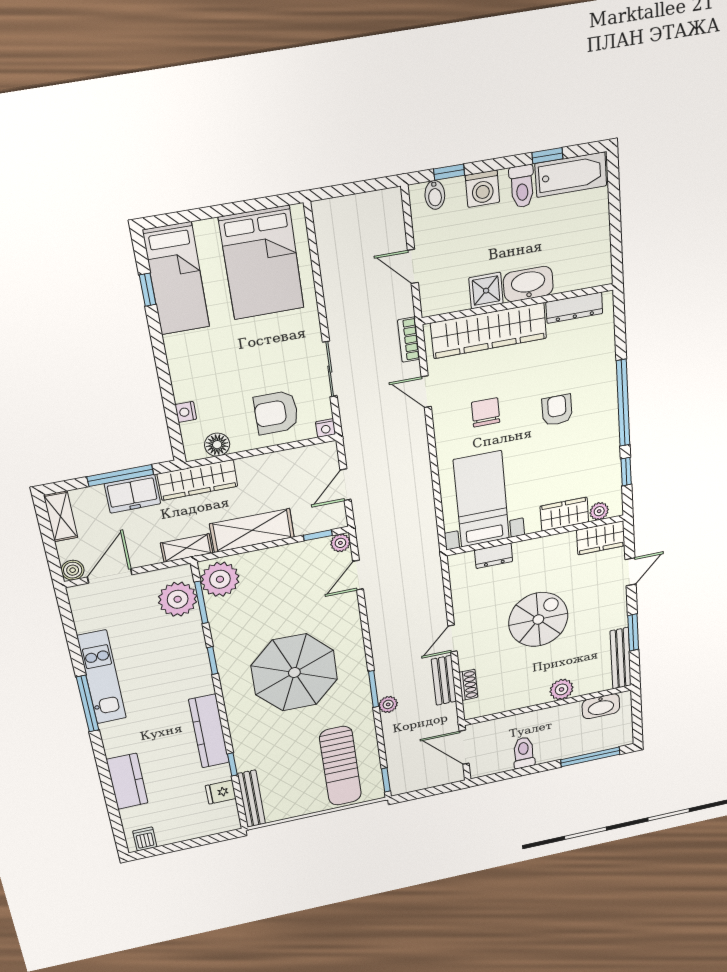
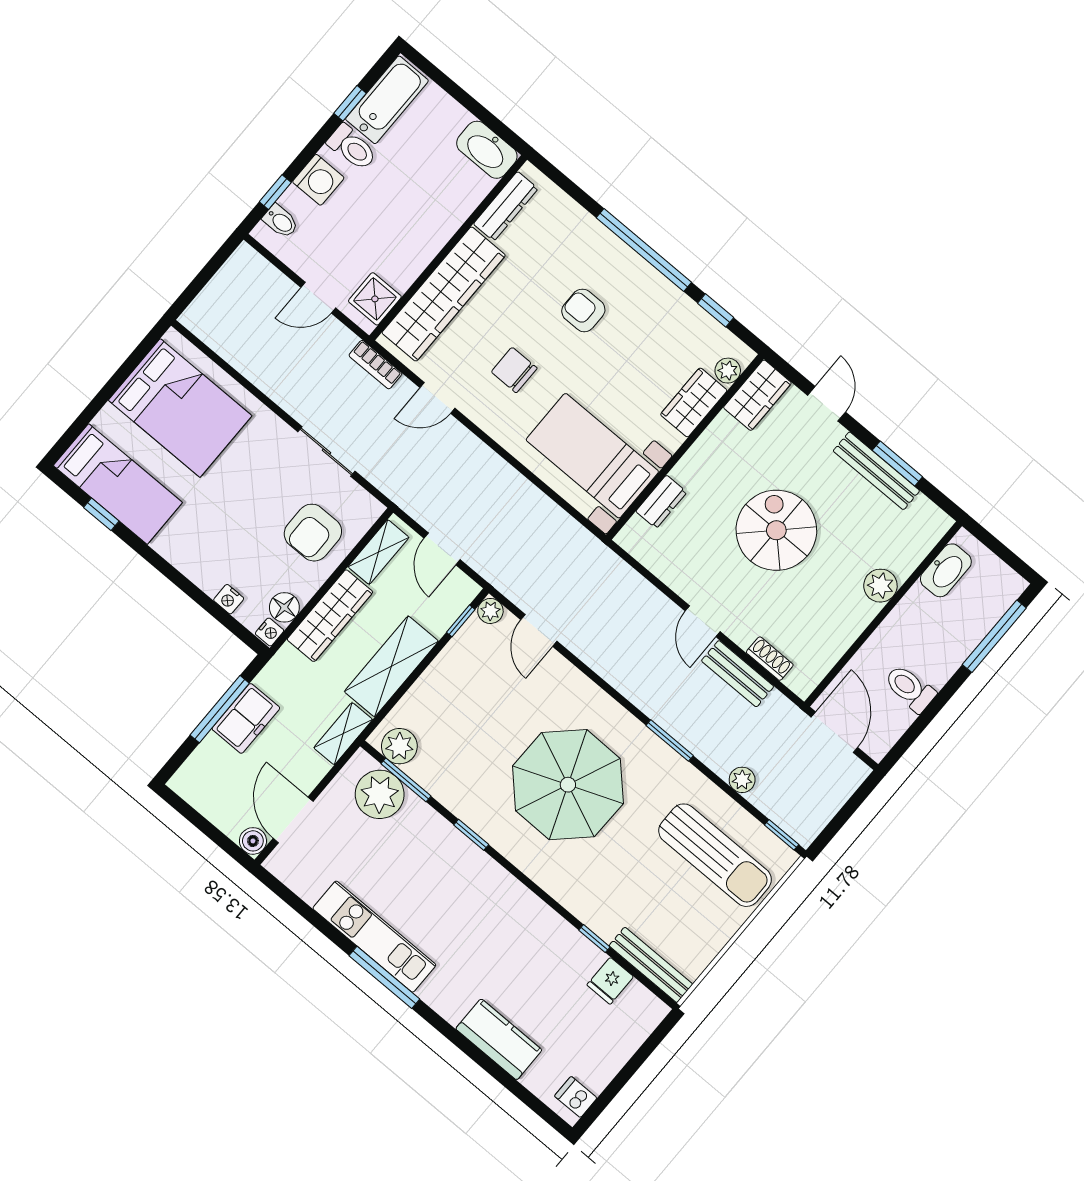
washbasin: (528, 284) -> (487, 150), moved, turned -90
shower: (486, 291) -> (375, 299), moved
nightstand: (326, 428) -> (270, 632), moved
wardrobe: (197, 480) -> (330, 616), moved
shelving: (61, 516) -> (379, 552), moved, turned 90
plant: (220, 579) -> (399, 746), width x0.73, depth x0.73
bench: (621, 658) -> (876, 471), moved
plant: (388, 704) -> (742, 780), moved
kitchen counter: (209, 731) -> (536, 918), removed
door: (464, 747) -> (834, 732), swing flipped

